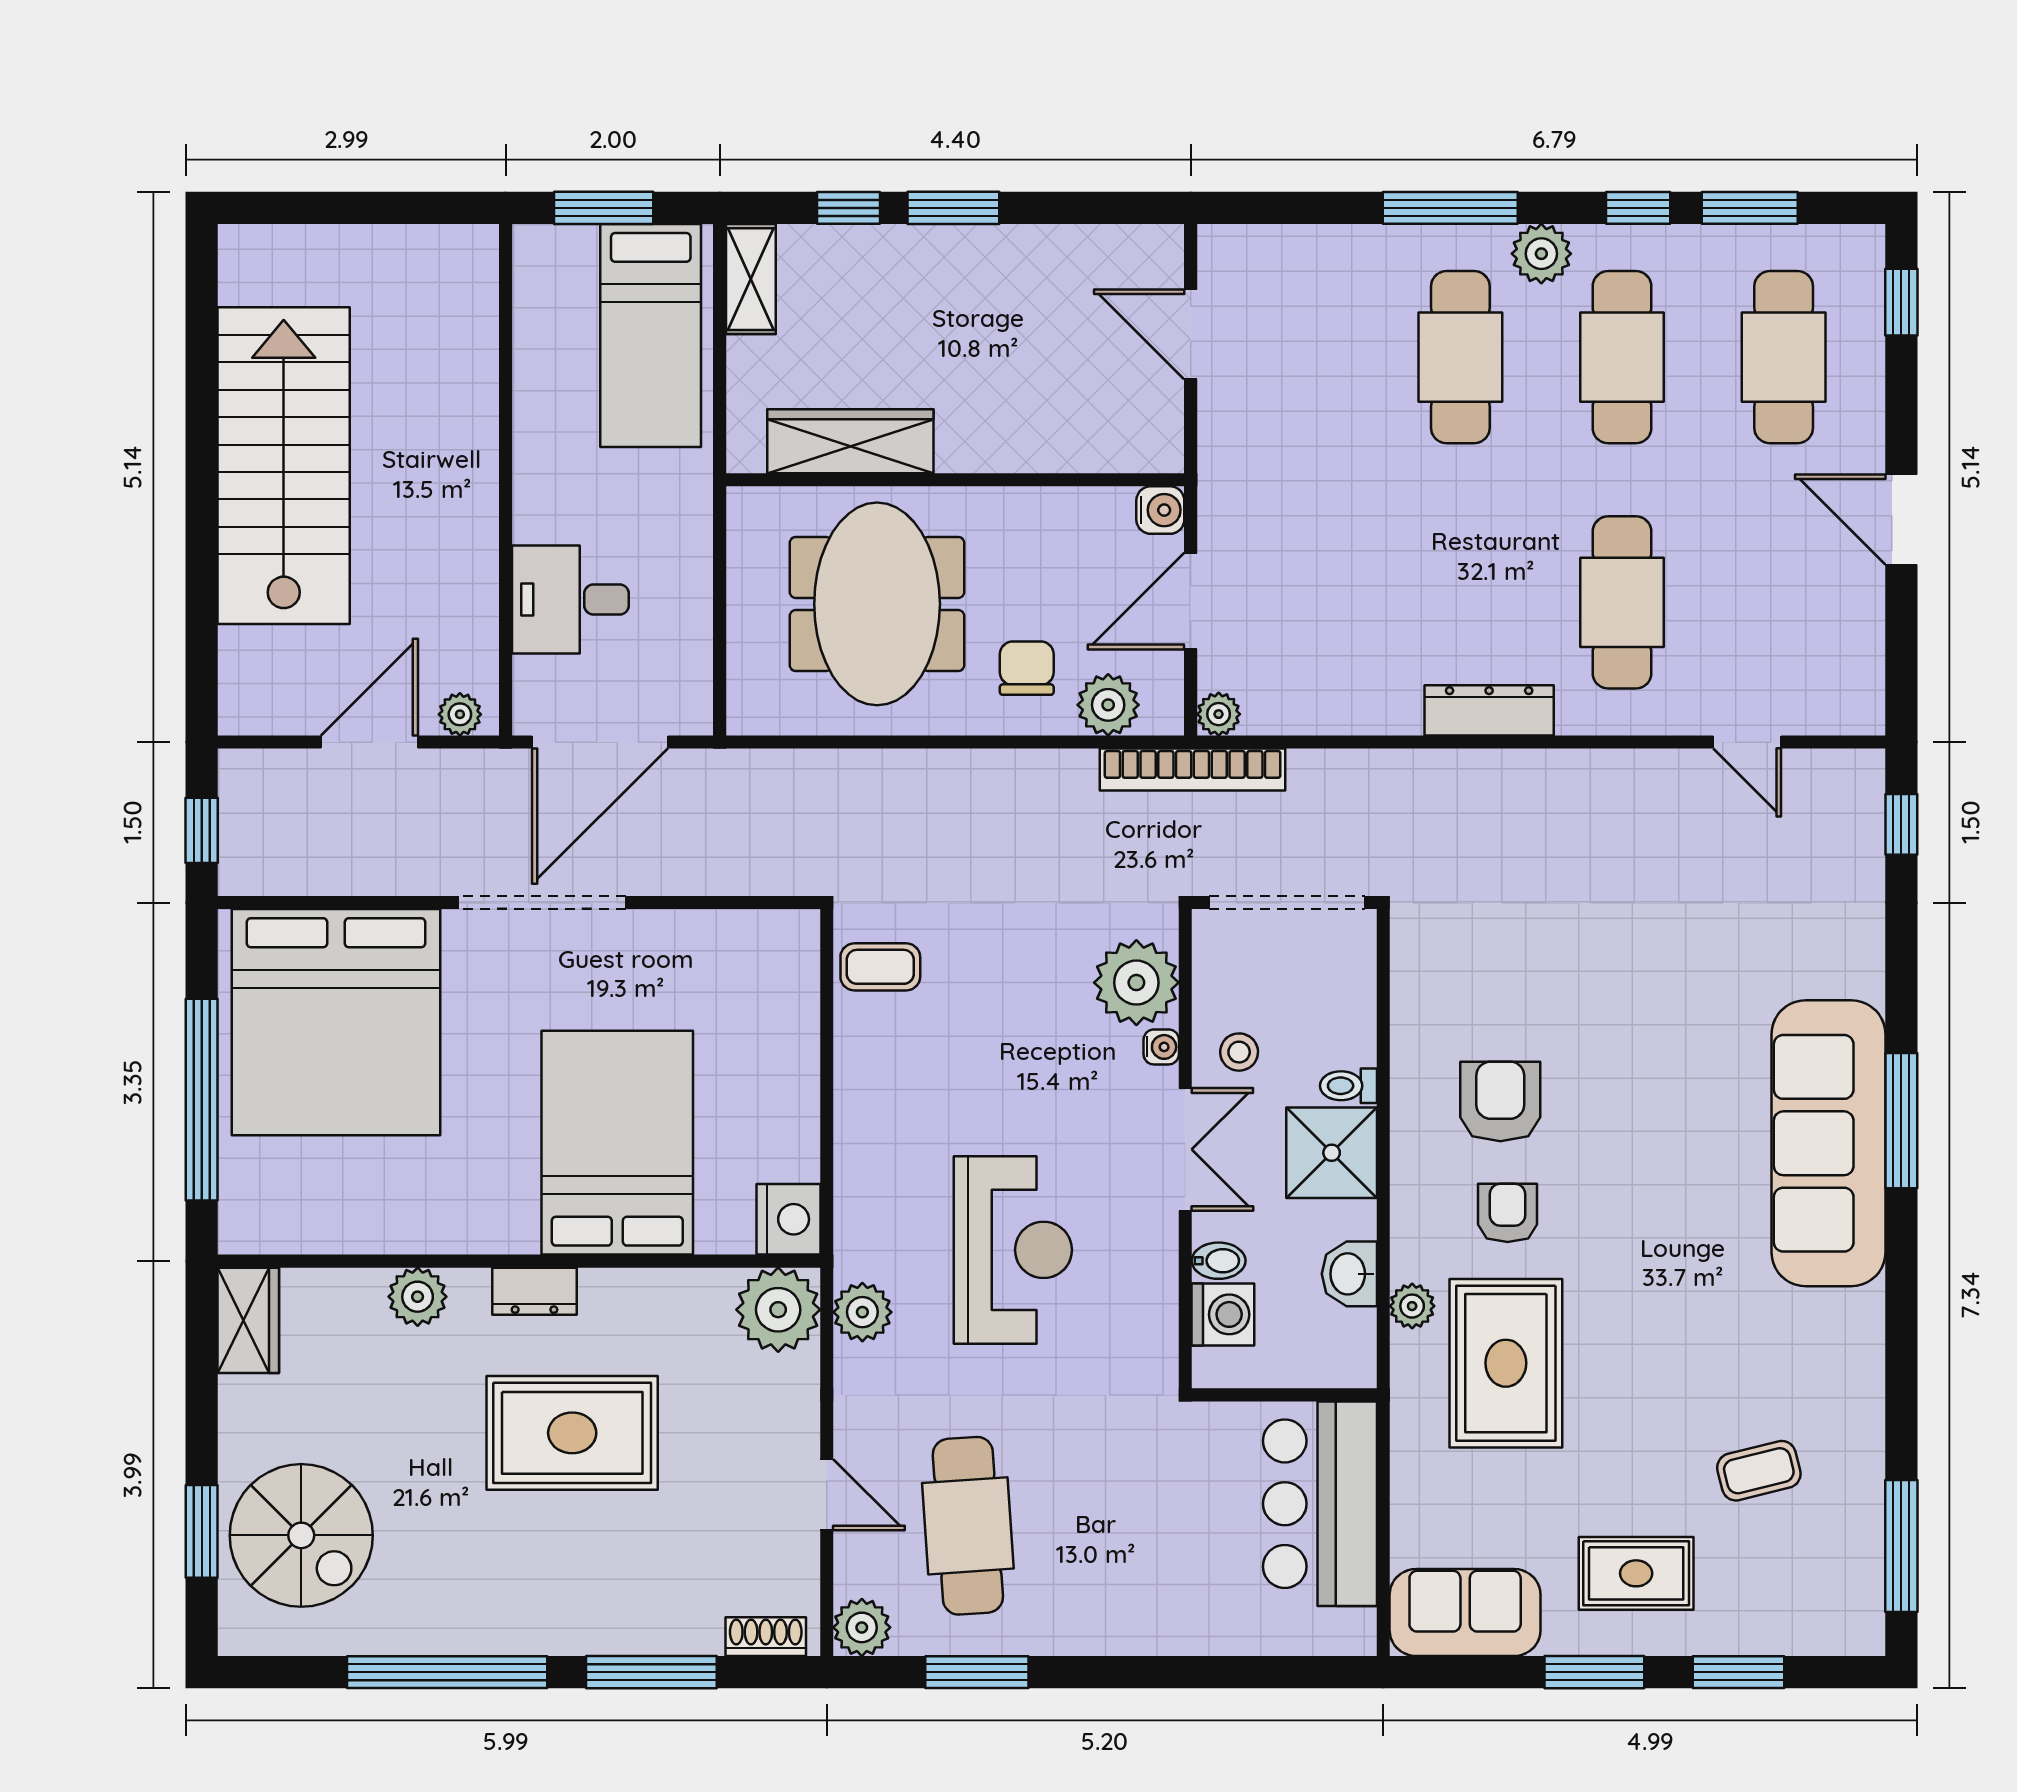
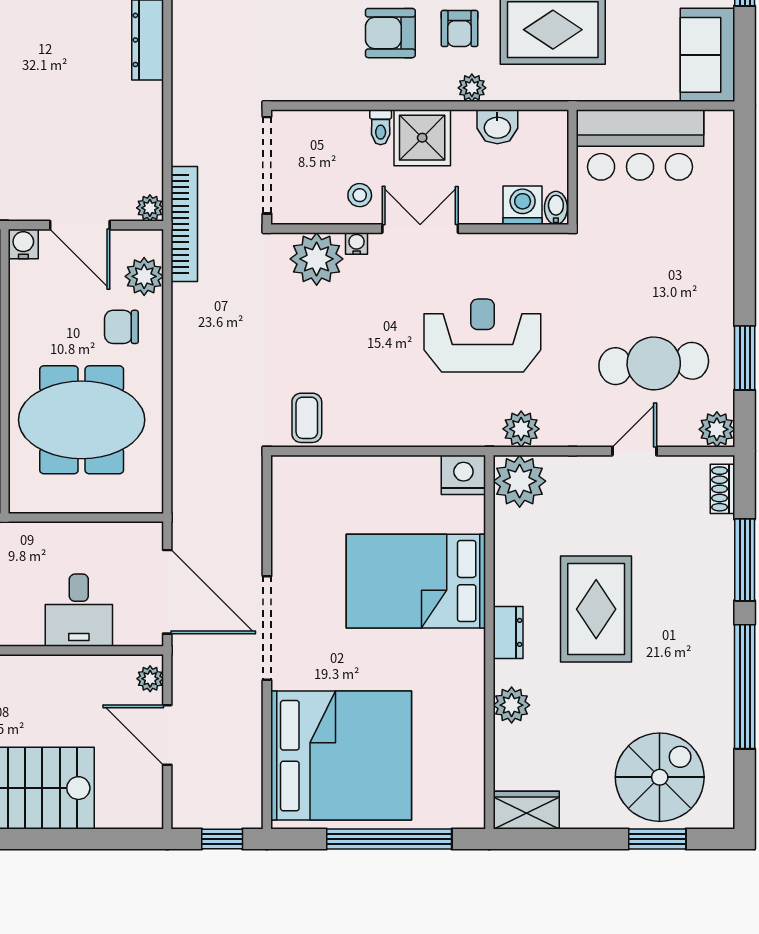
armchair: (1508, 1213) -> (460, 29), turned -90
bidet: (1219, 1261) -> (556, 208), moved
plant: (1412, 1306) -> (472, 88), moved

